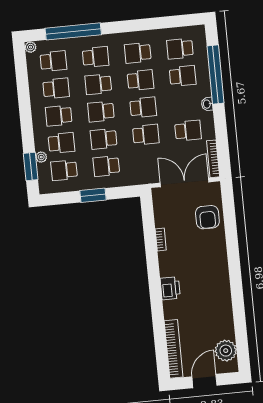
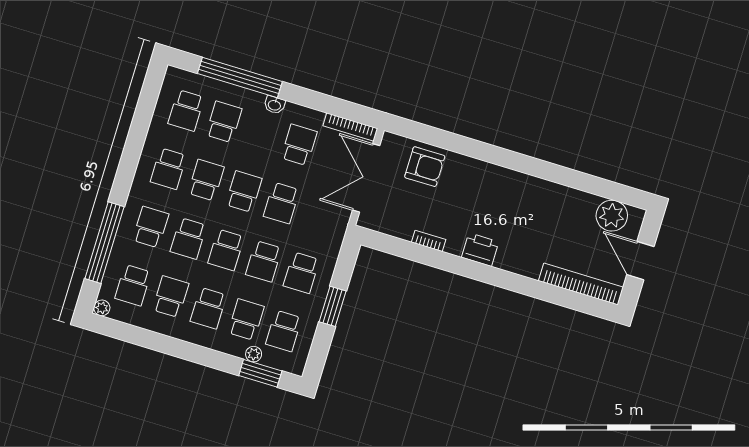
school desk: (53, 61) -> (133, 285), turned 180
school desk: (146, 135) -> (281, 203), turned 180
printer: (170, 288) -> (480, 250), moved

